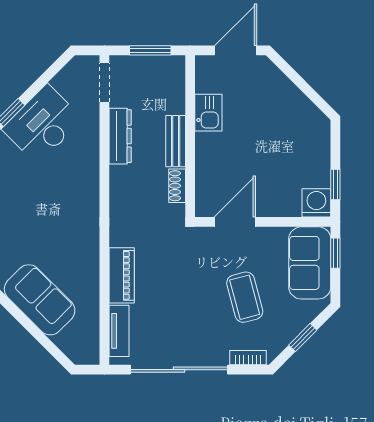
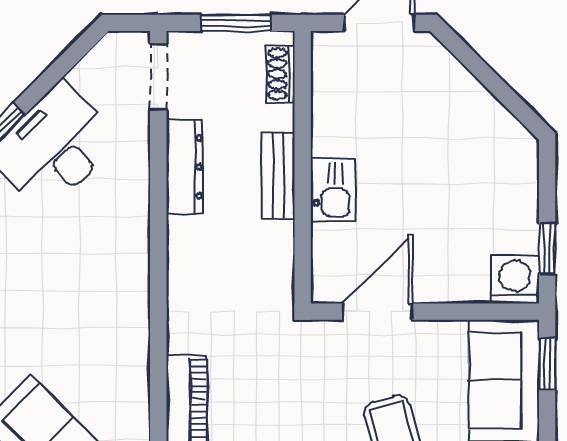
kitchen sink: (208, 113) -> (333, 190), moved
shoe rack: (177, 186) -> (281, 74), moved

